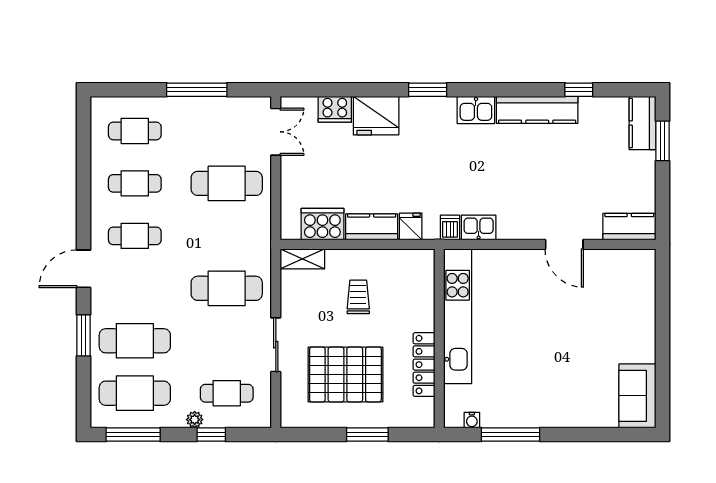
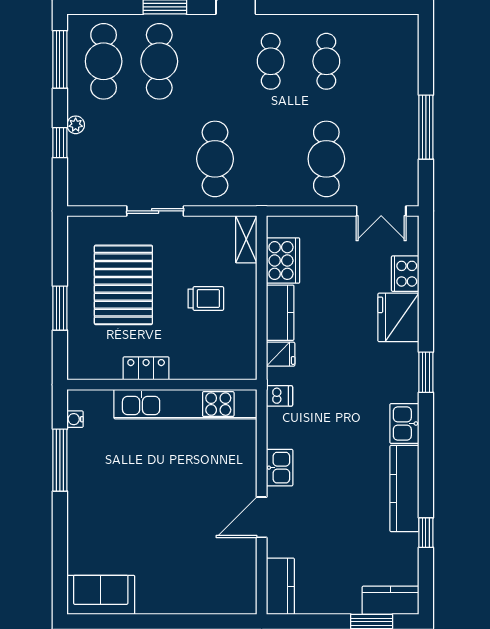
cafe table: (135, 131) -> (382, 61), removed
kitchen sink: (479, 227) -> (280, 468), moved
locker: (424, 365) -> (146, 368), width x0.66
cafe table: (227, 393) -> (104, 159), removed

